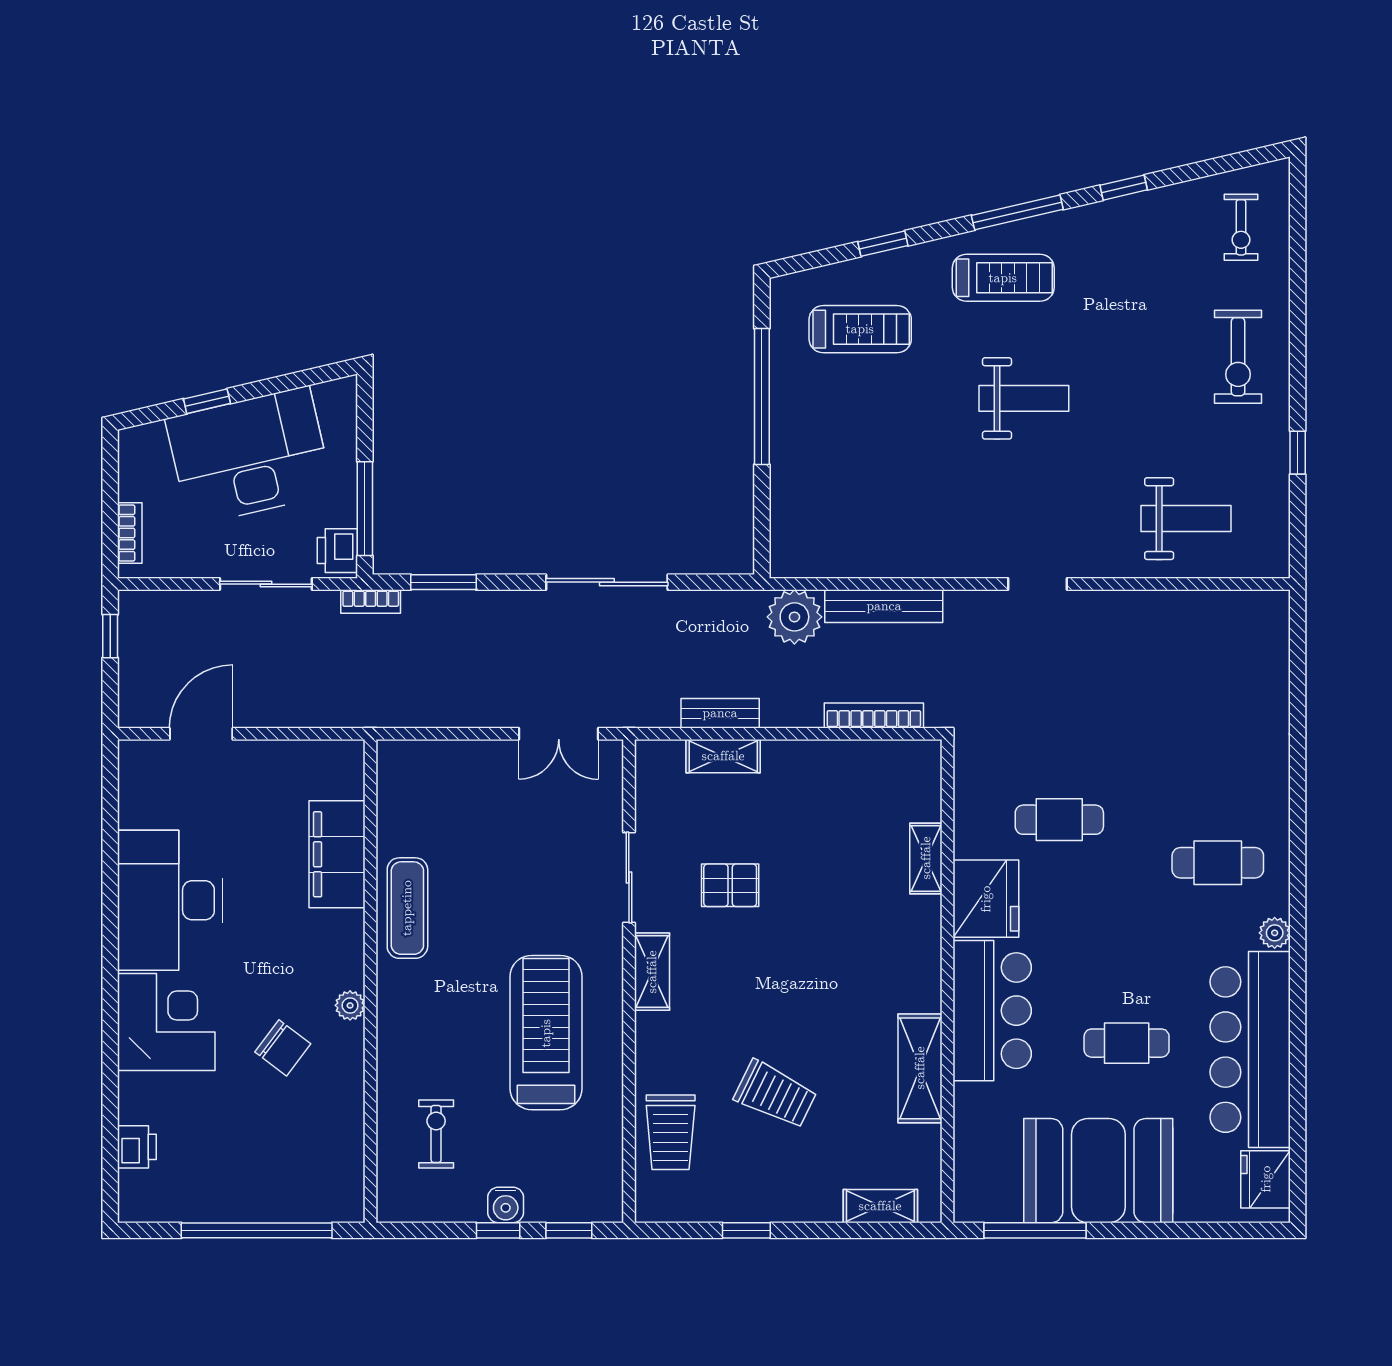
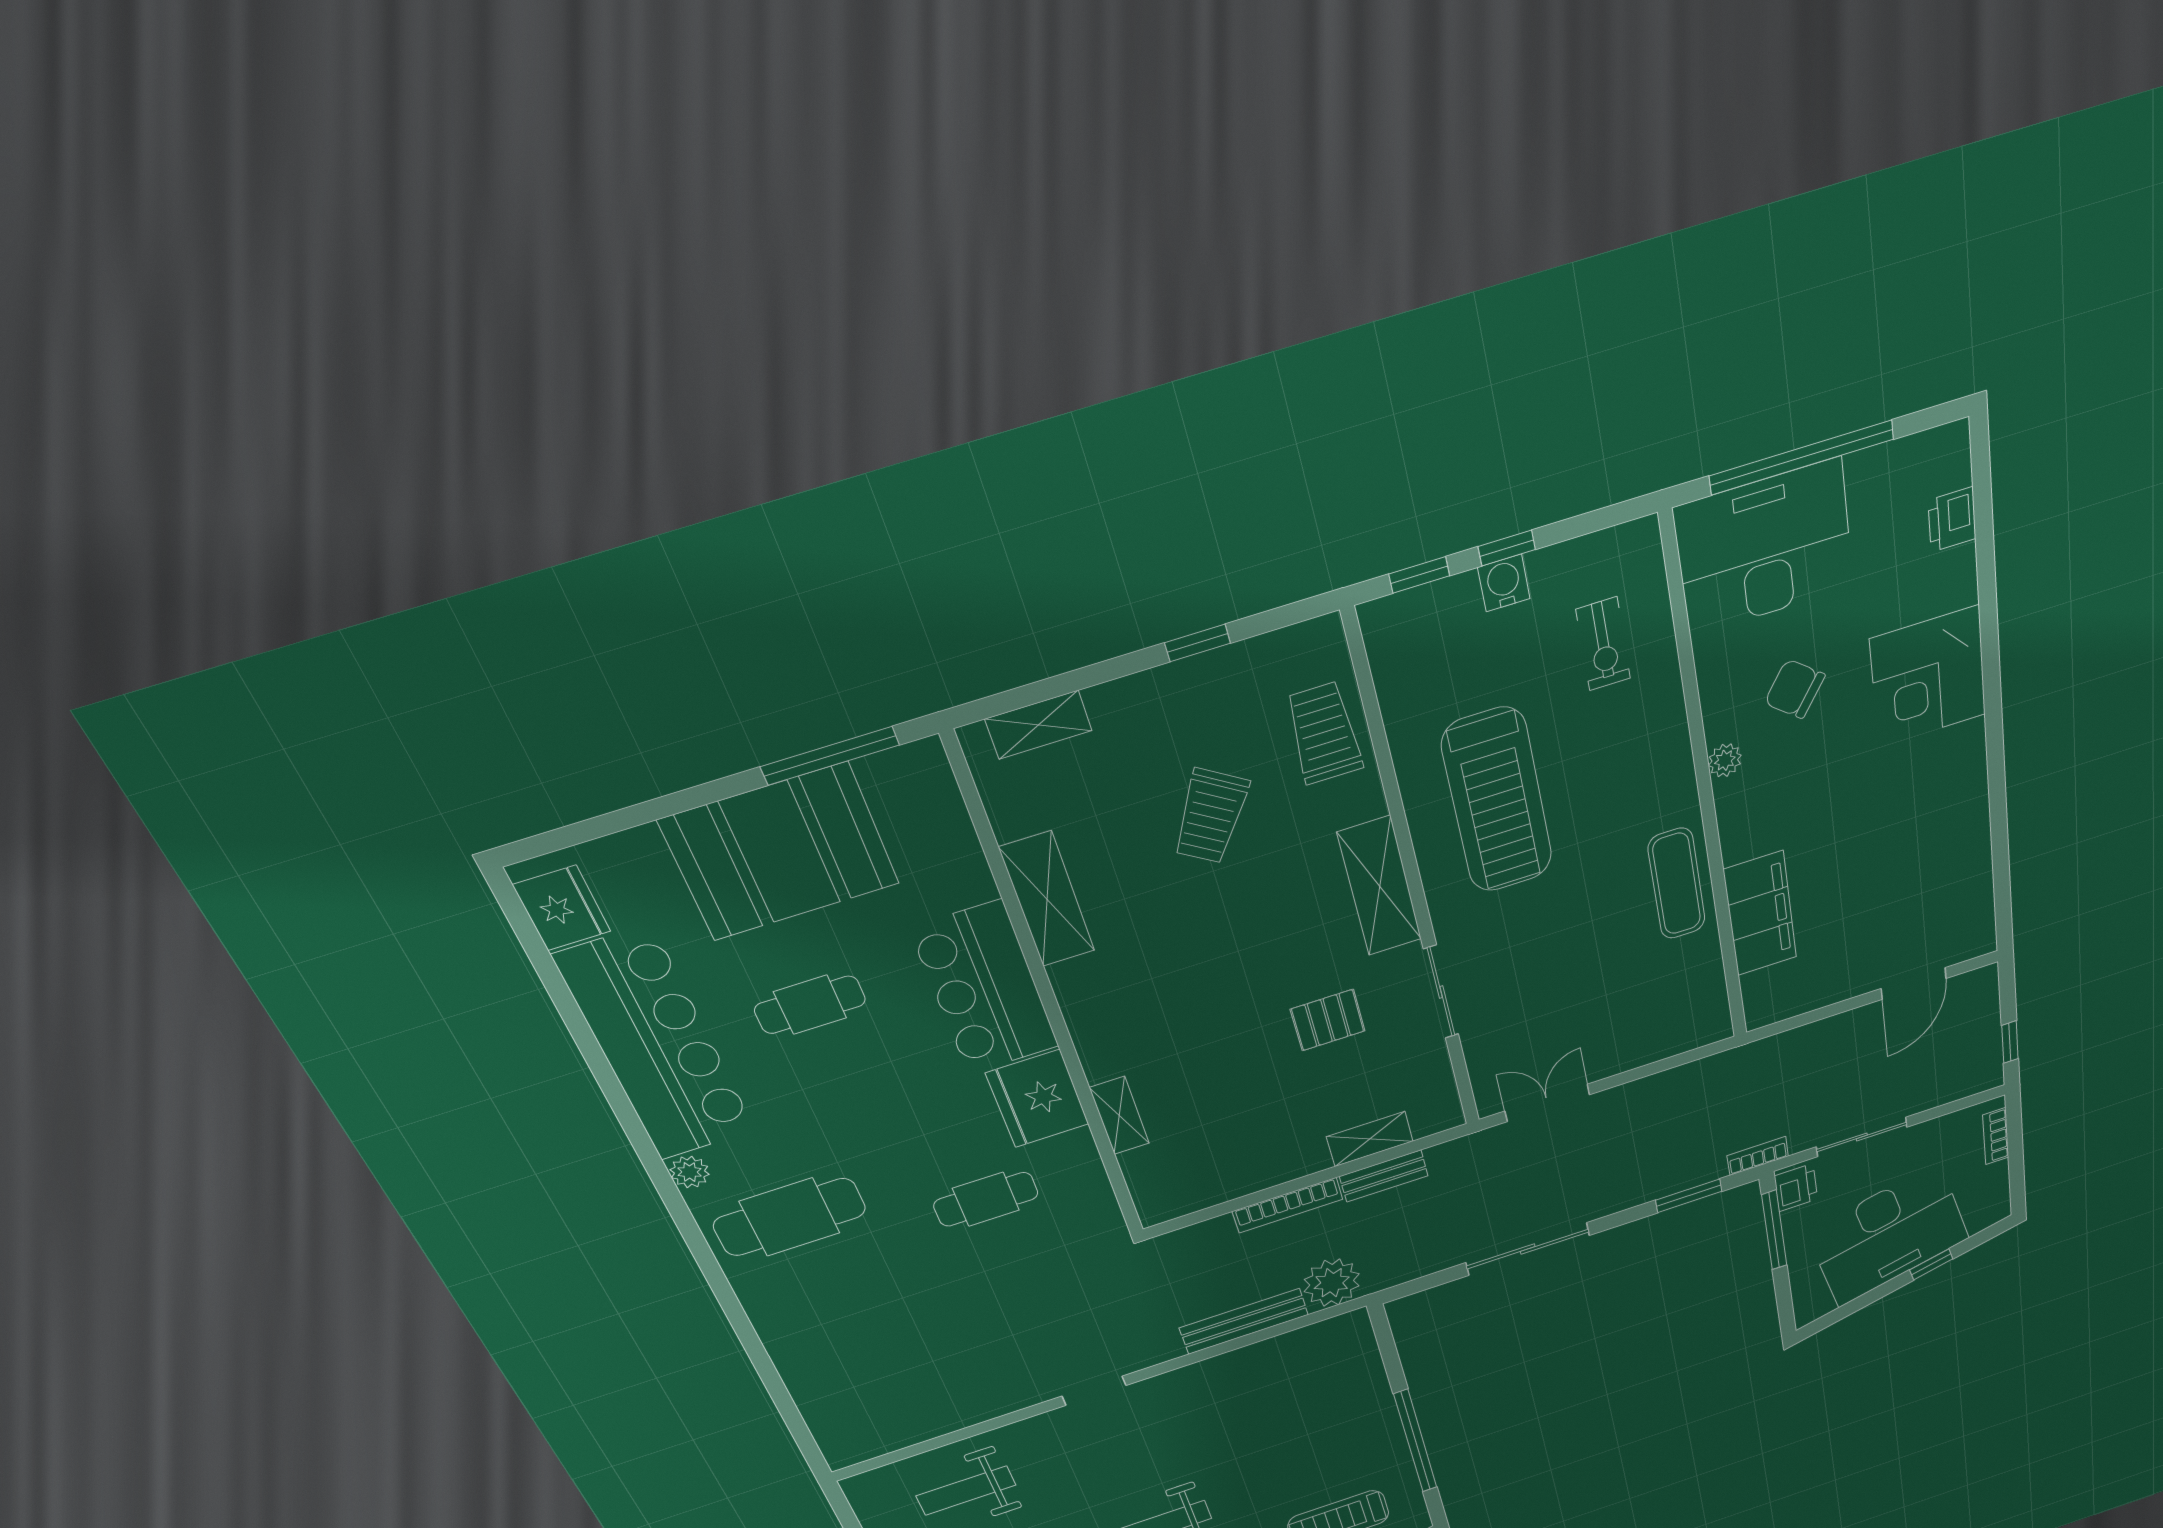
bookcase: (874, 716) -> (1288, 1205), moved
cafe table: (1218, 863) -> (790, 1217), width x1.37, depth x1.35
desk: (170, 900) -> (1764, 548), moved, turned -90
shelving: (652, 972) -> (1380, 886), width x1.50, depth x1.33
trolley: (775, 1094) -> (1210, 816), turned -84

